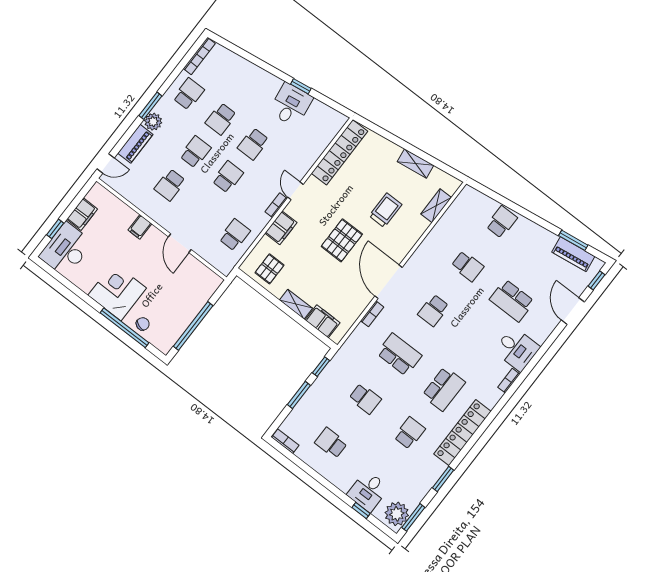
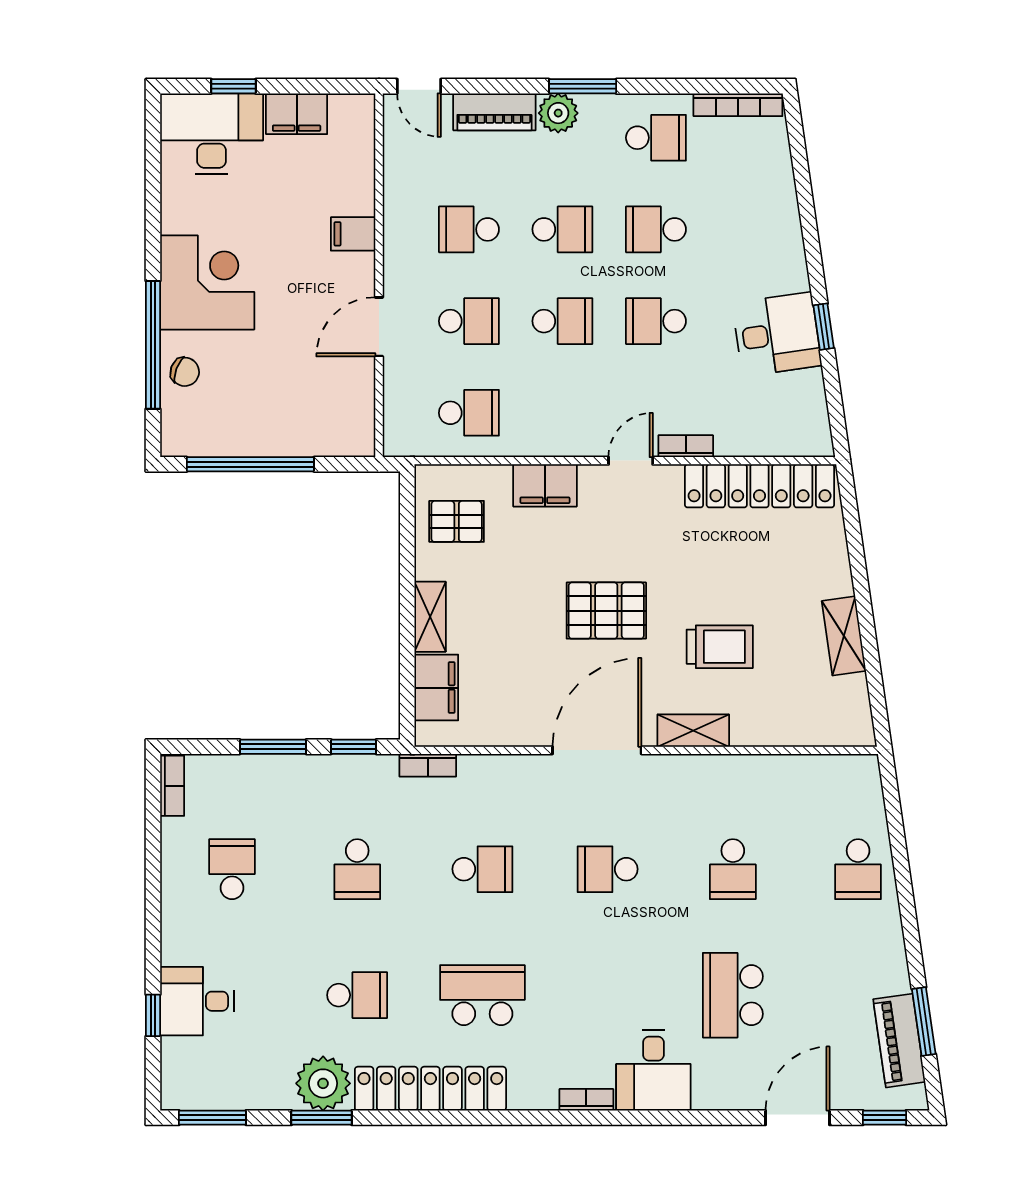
bookcase: (276, 205) -> (686, 446), moved
shelving: (436, 206) -> (693, 731), moved
school desk: (202, 210) -> (469, 321), added
school desk: (502, 222) -> (858, 869), turned 90
bookcase: (372, 314) -> (428, 765), moved
school desk: (399, 355) -> (482, 869), width x0.54
school desk: (444, 389) -> (482, 995), turned 180
plant: (397, 514) -> (323, 1083), moved

